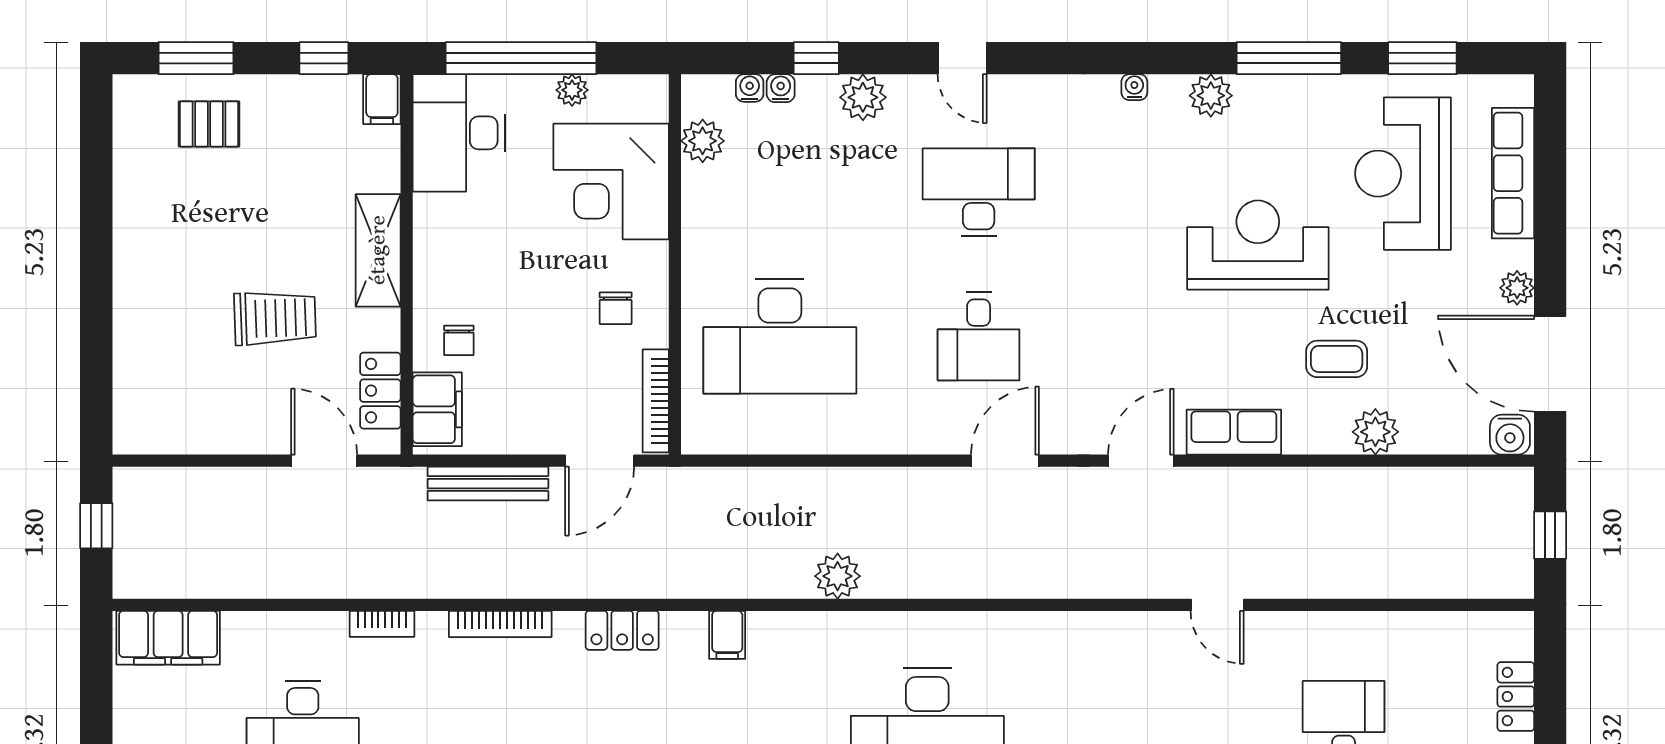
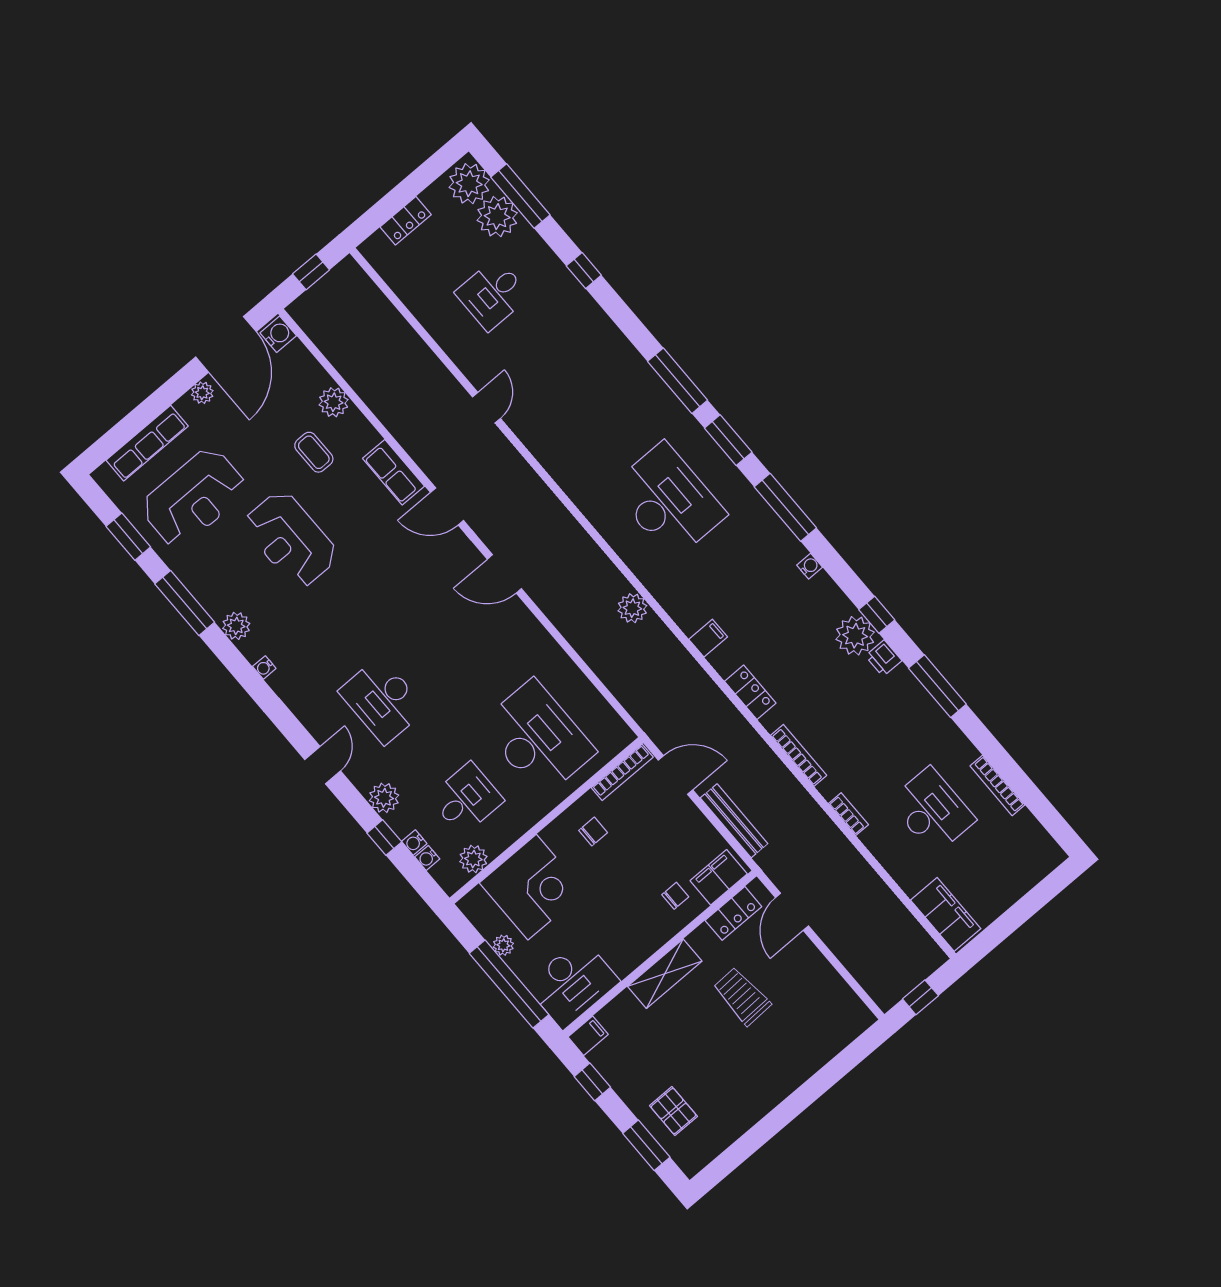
desk: (979, 336) -> (466, 799), moved

